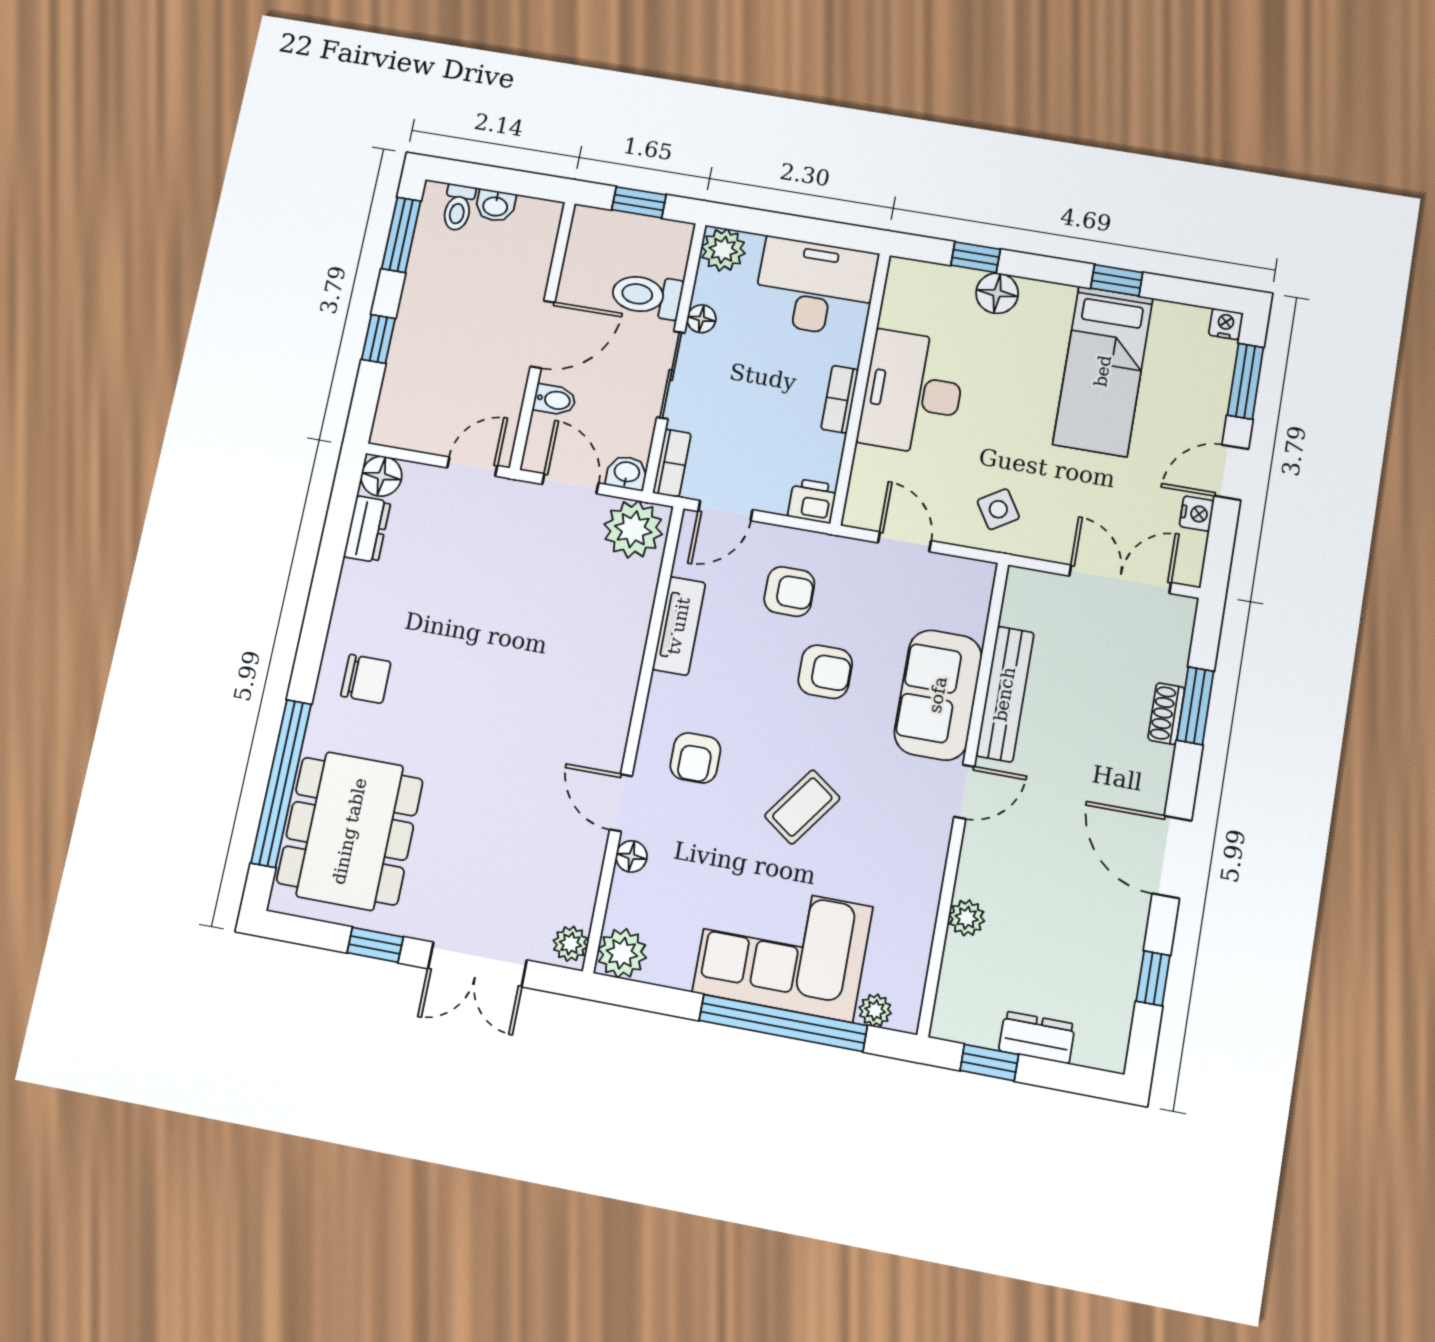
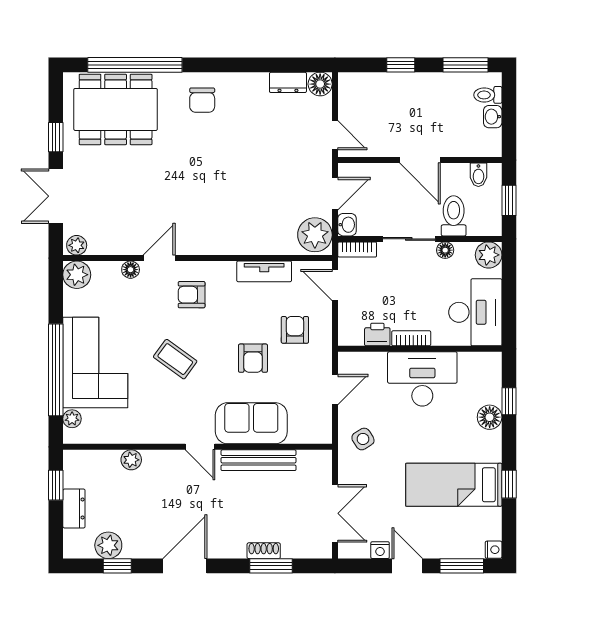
bidet: (555, 400) -> (478, 175), moved
printer: (812, 501) -> (377, 334), moved, turned -90
armchair: (789, 591) -> (295, 330), turned 180
plant: (1113, 988) -> (108, 545), added

